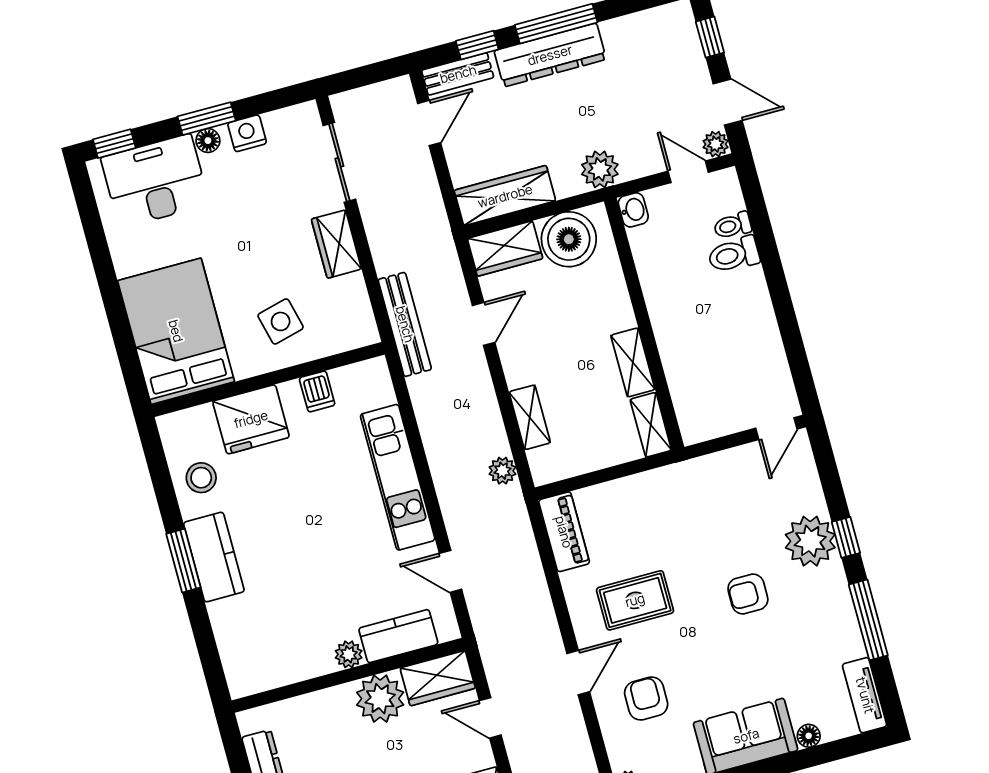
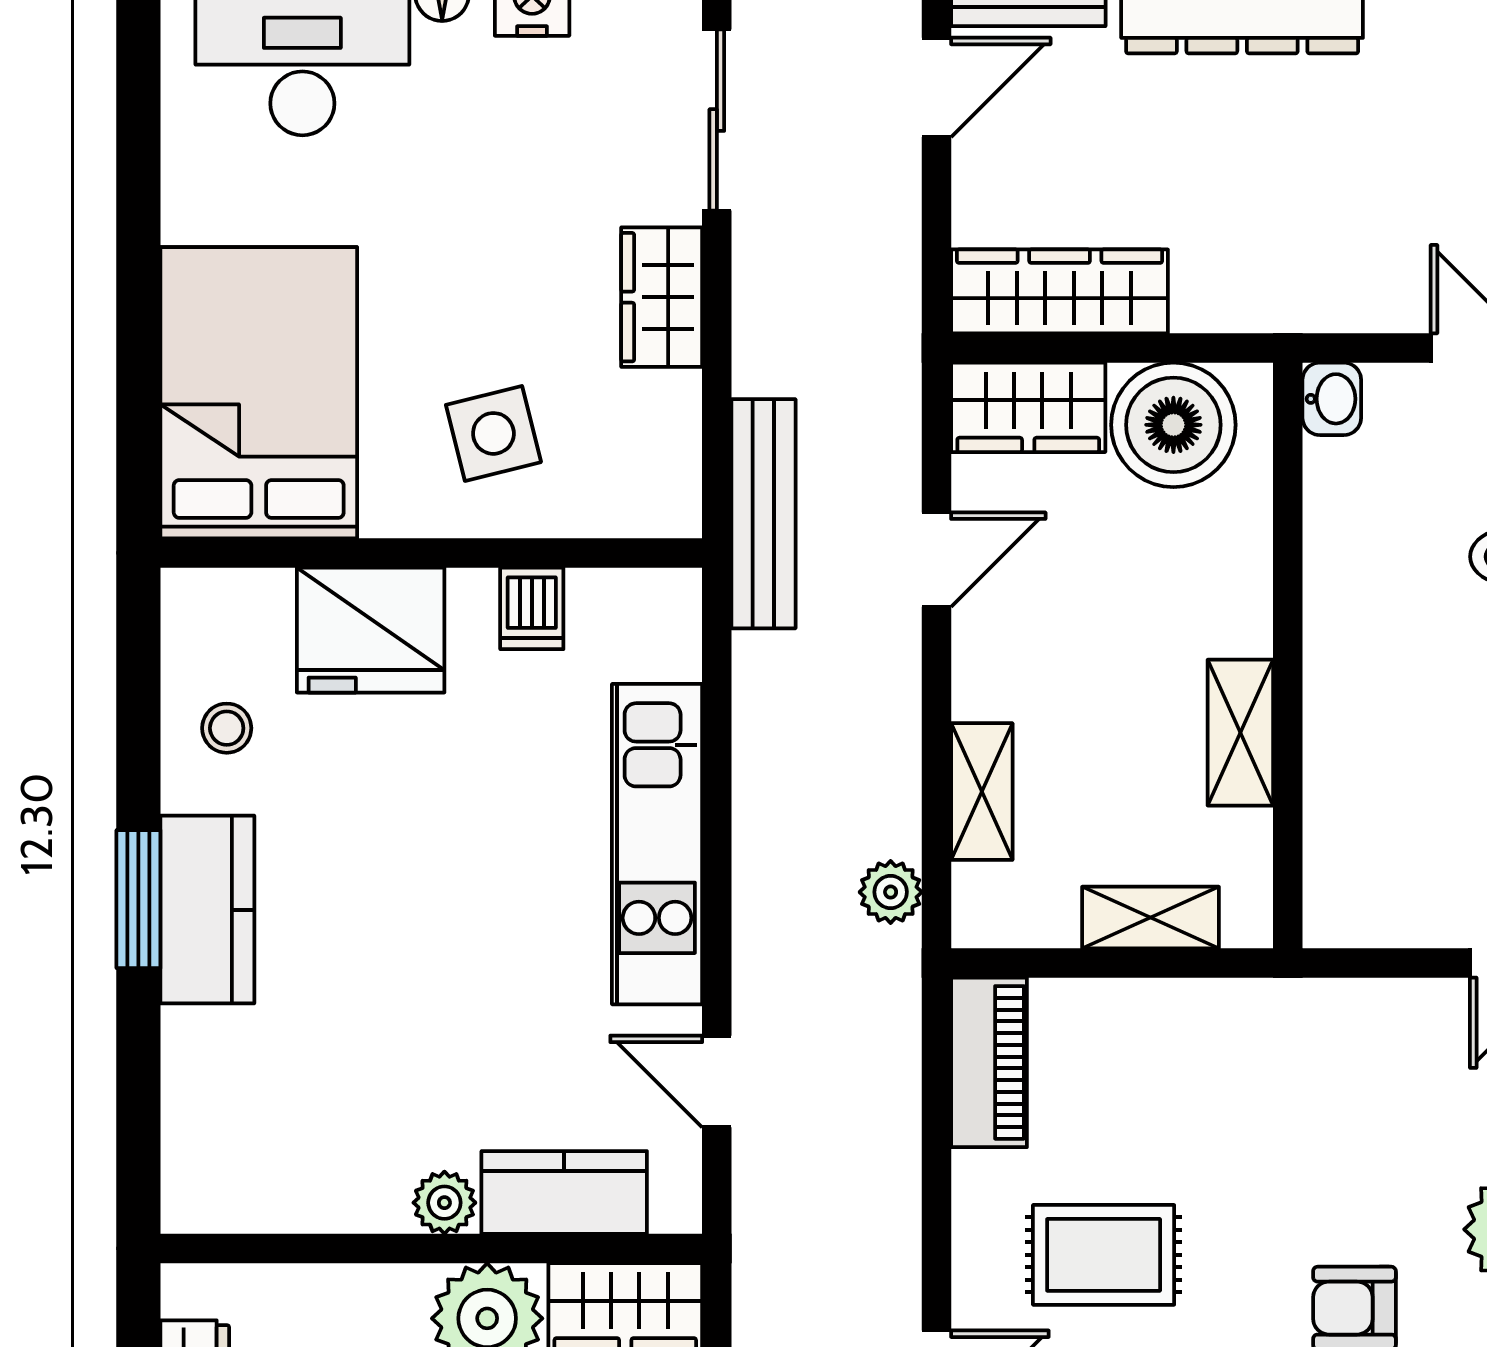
plant: (600, 169) -> (1283, 290), removed
shelving: (651, 425) -> (1150, 917), moved, turned 90
stool: (201, 478) -> (227, 728), width x0.73, depth x0.73

